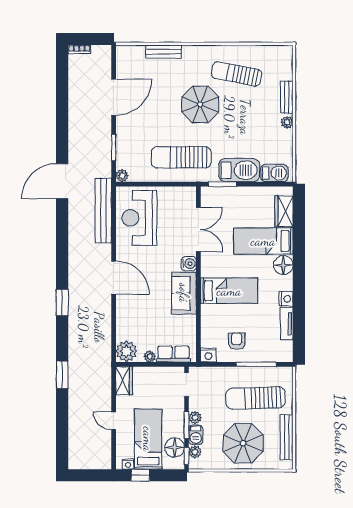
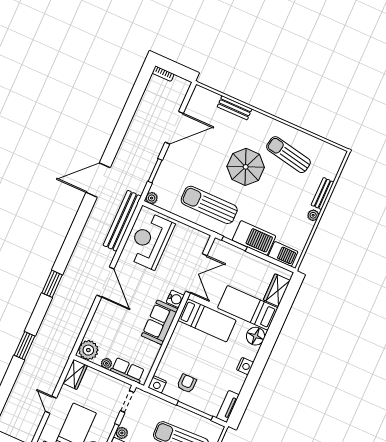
bed: (229, 291) -> (207, 320), moved
tv unit: (287, 324) -> (228, 406), moved

